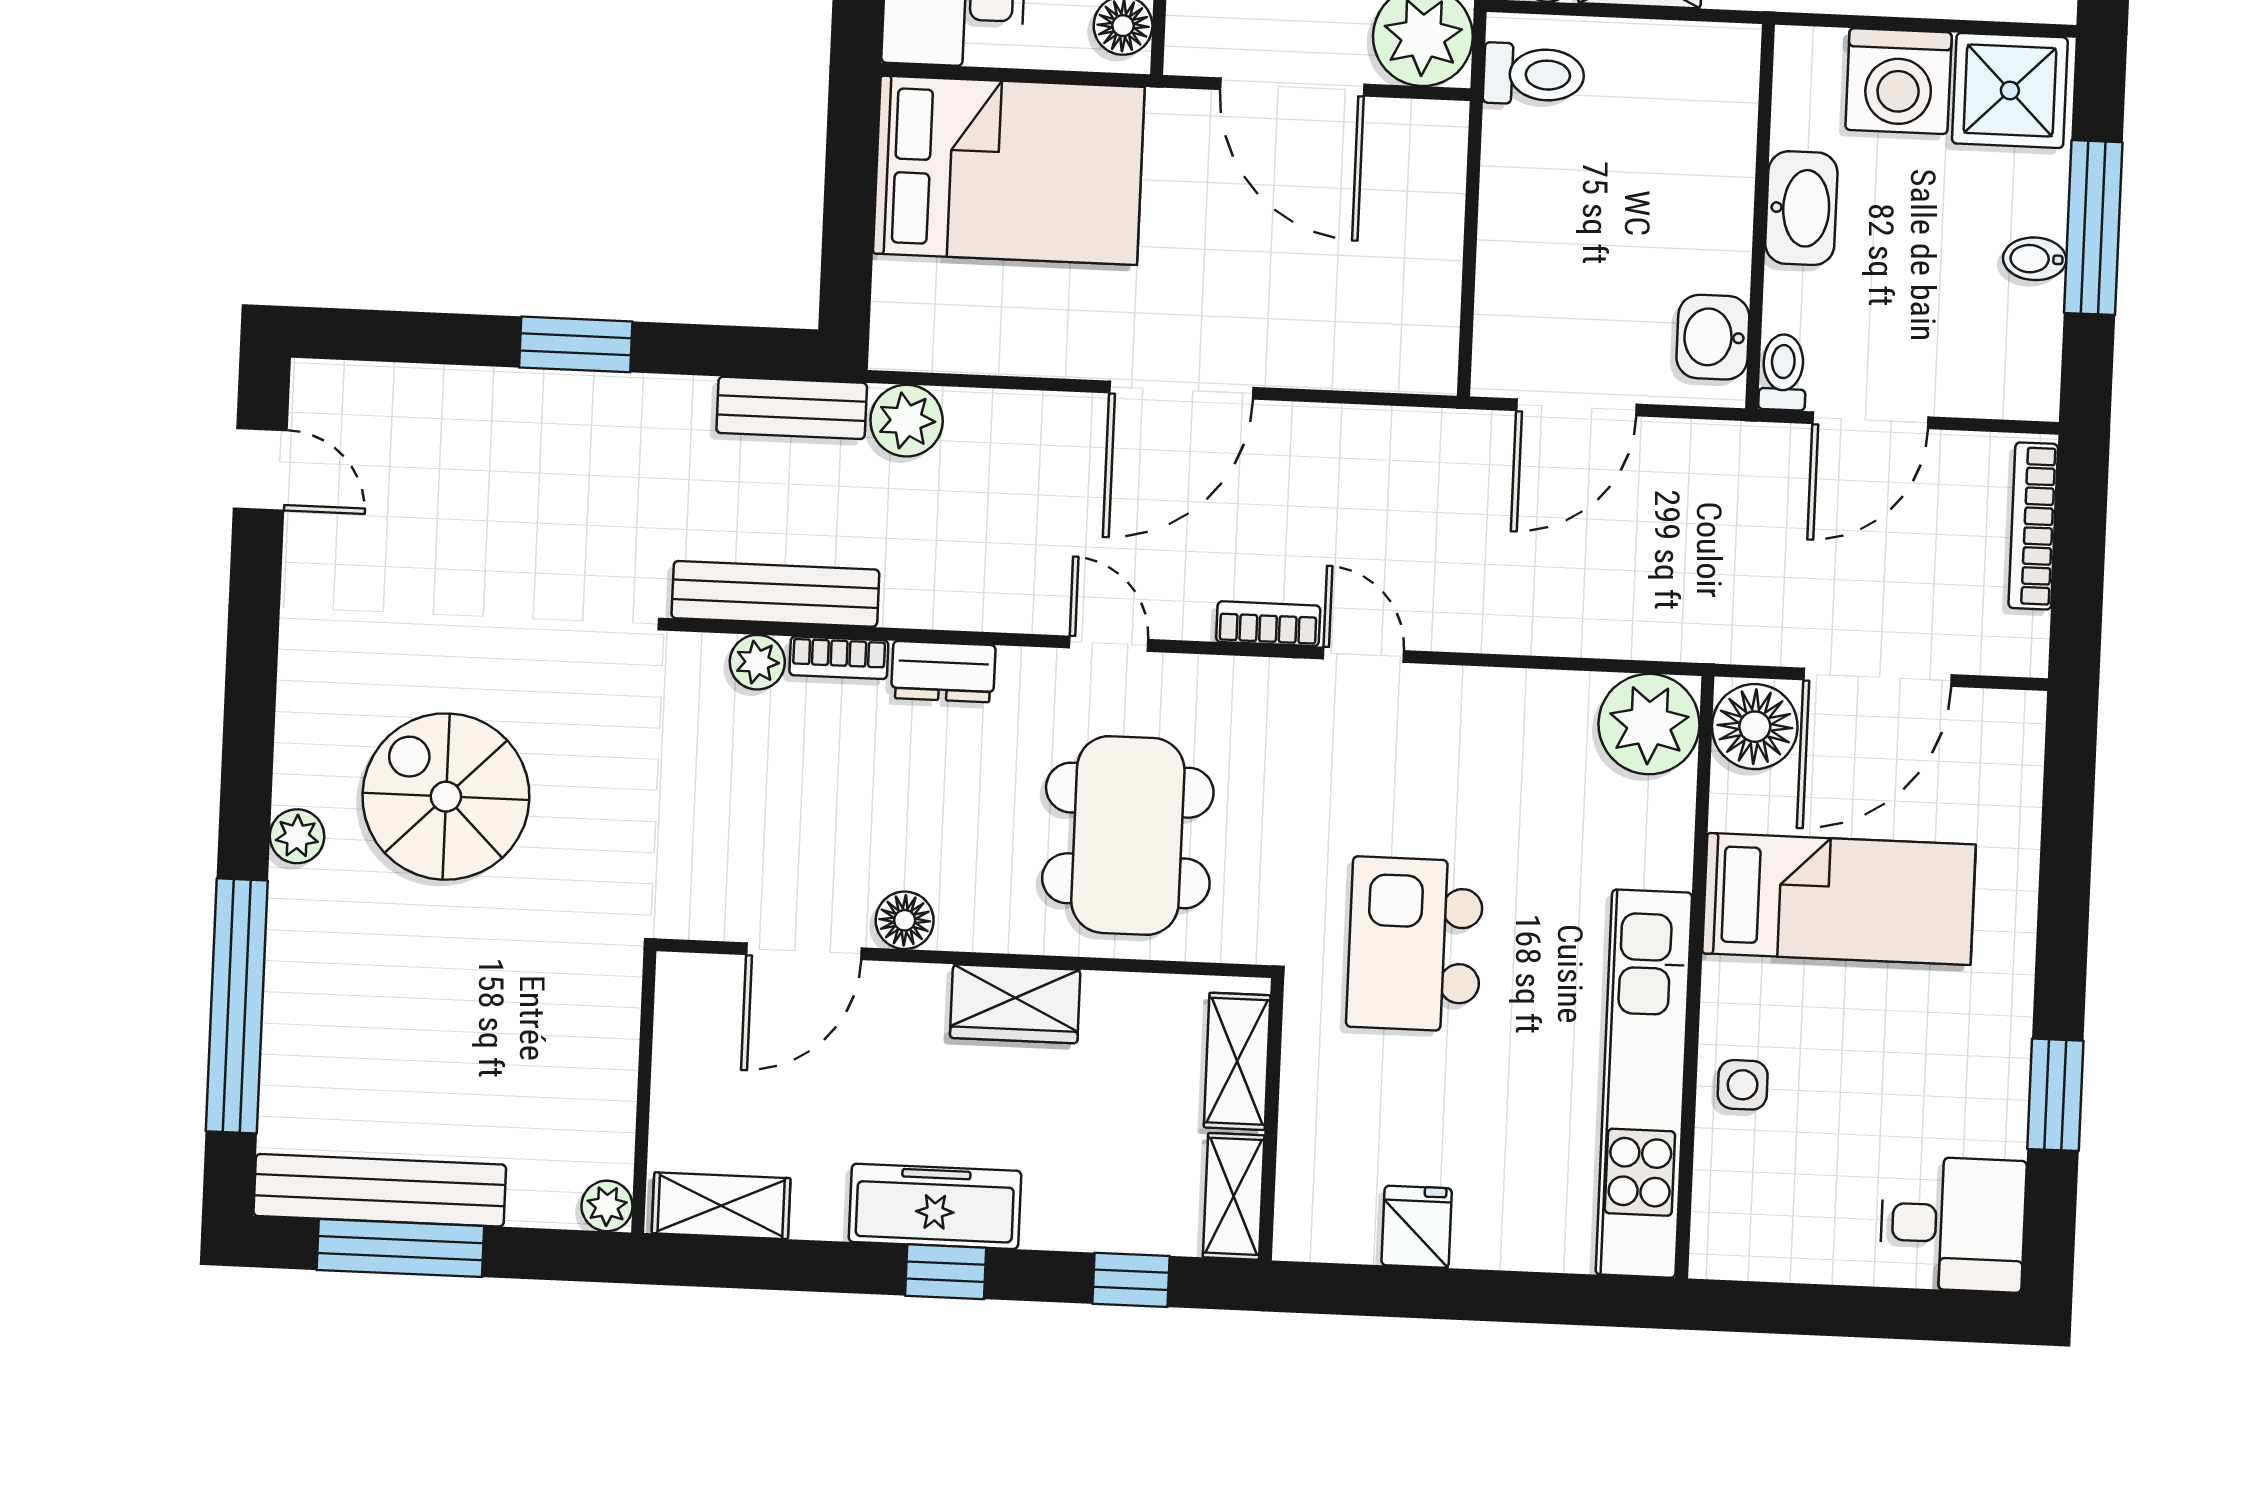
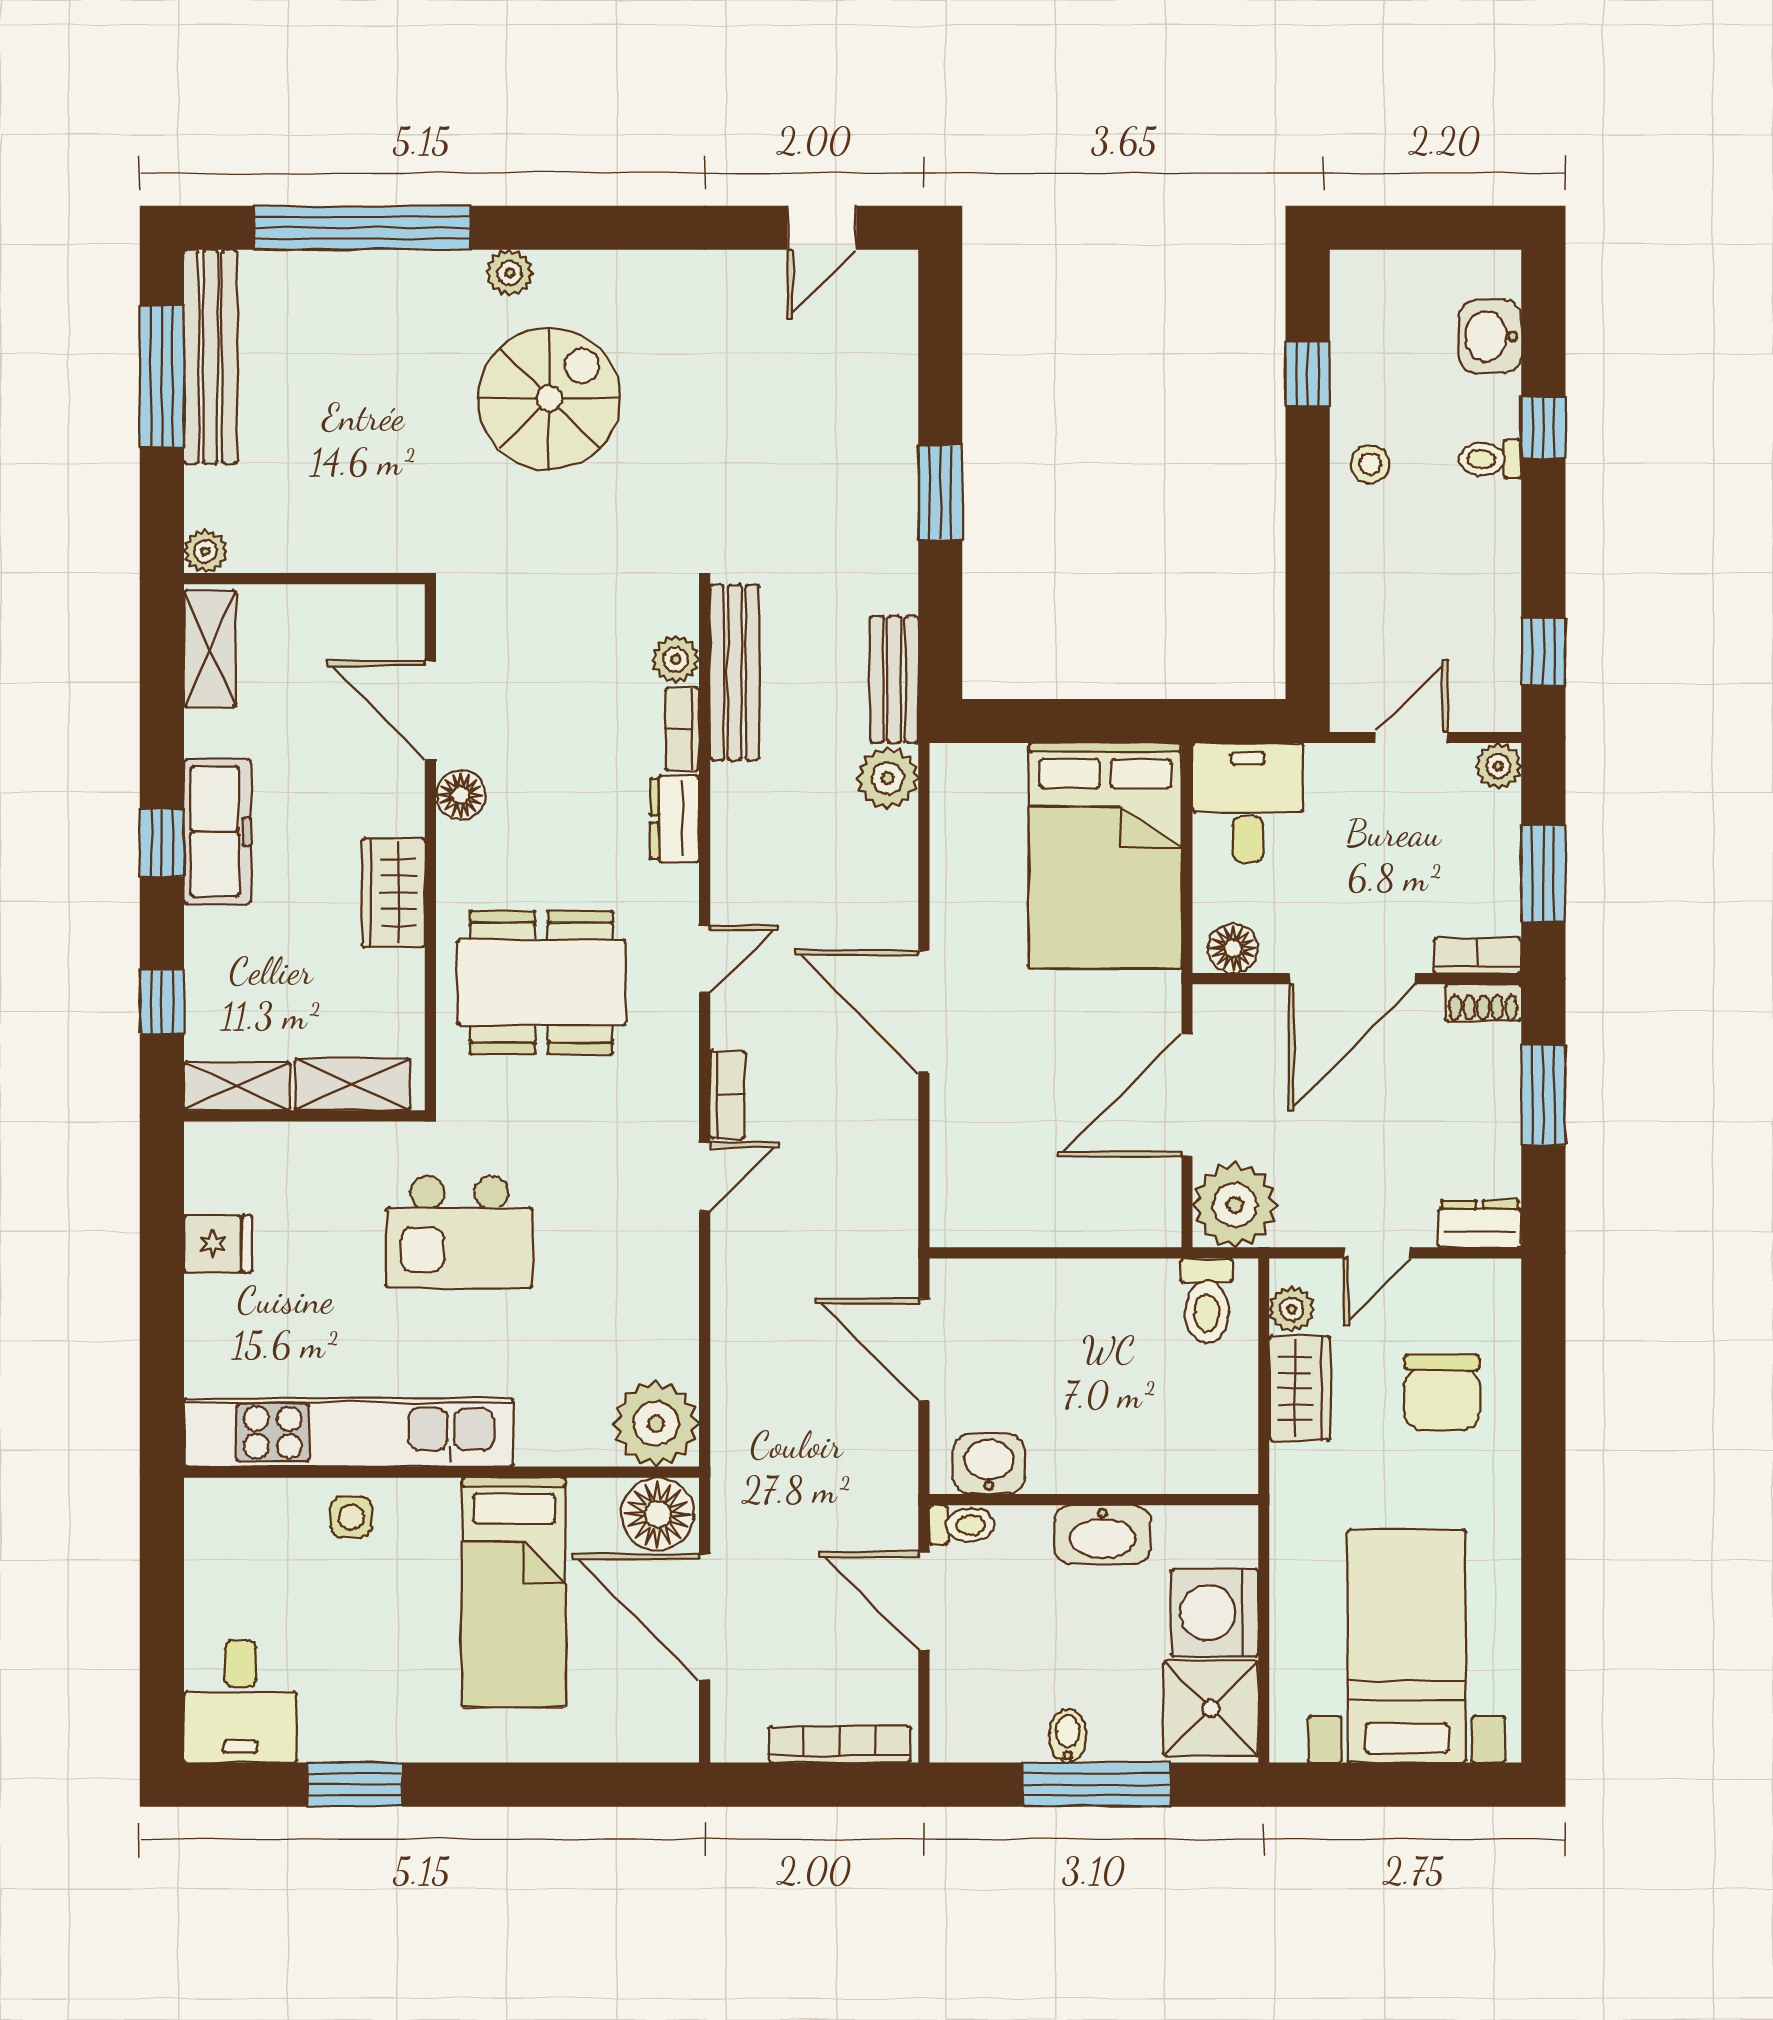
kitchen island: (1415, 944) -> (459, 1232), turned 180

